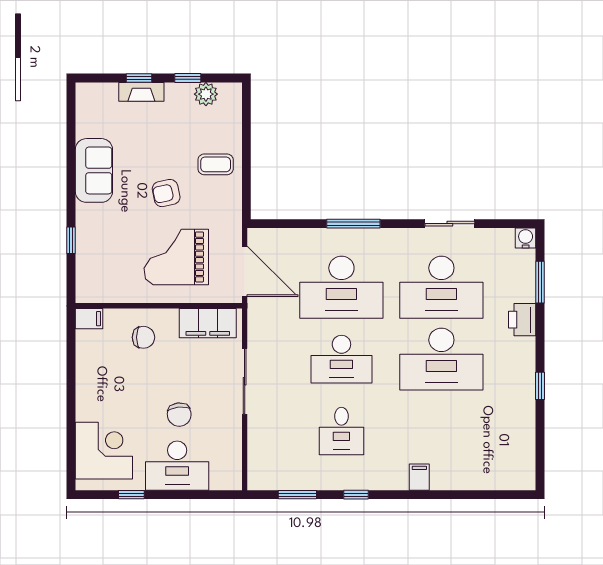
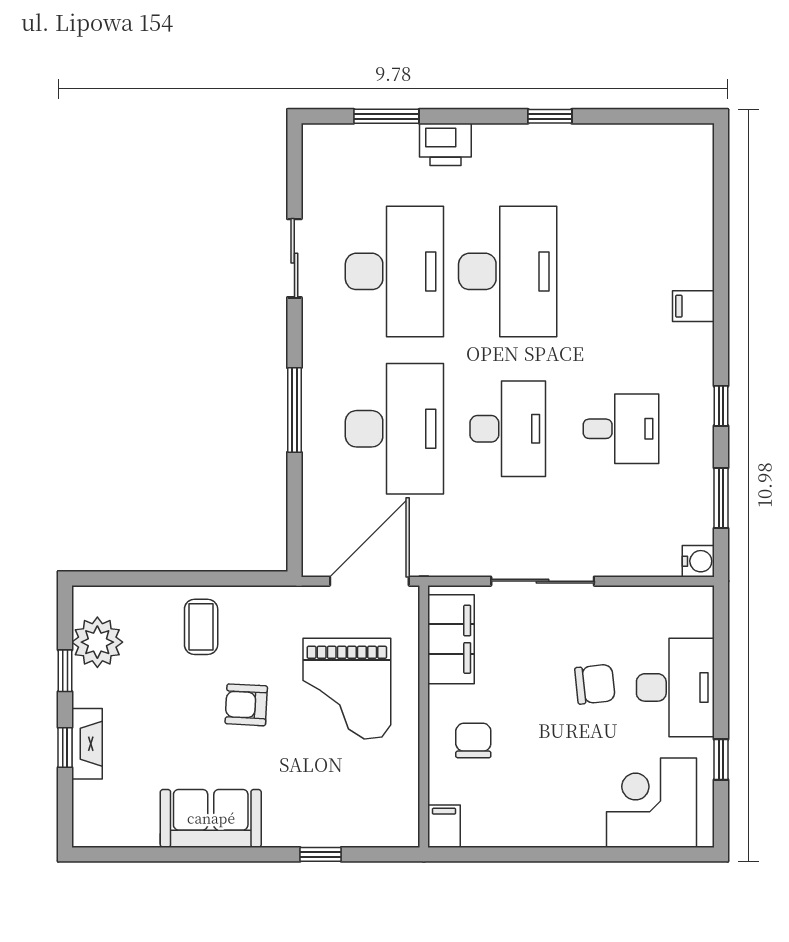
plant: (206, 94) -> (97, 642), width x1.36, depth x1.36
armchair: (166, 193) -> (246, 705), turned 105
water cooler: (526, 238) -> (698, 561), moved, turned 180

